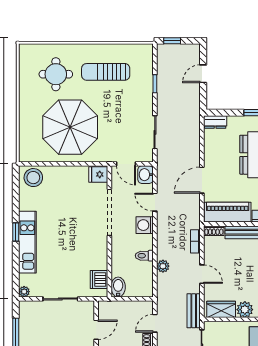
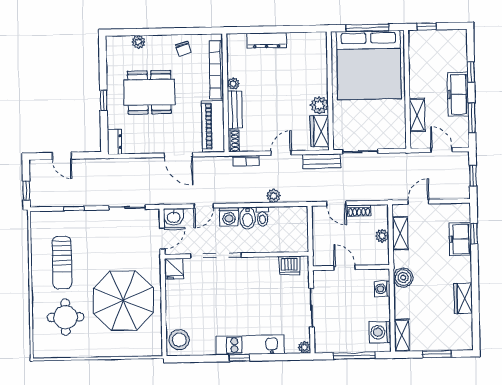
bidet: (118, 287) -> (248, 218), moved, turned -90

